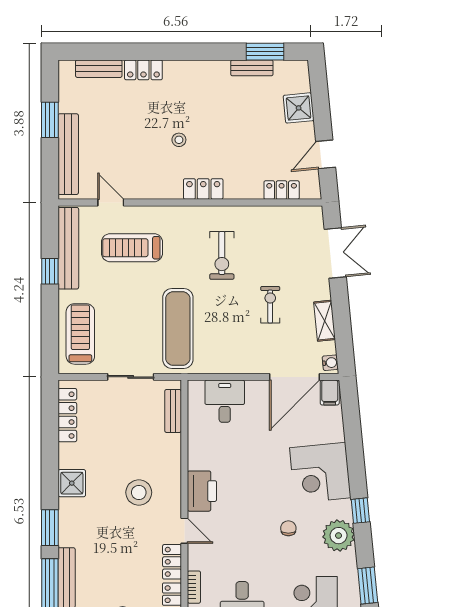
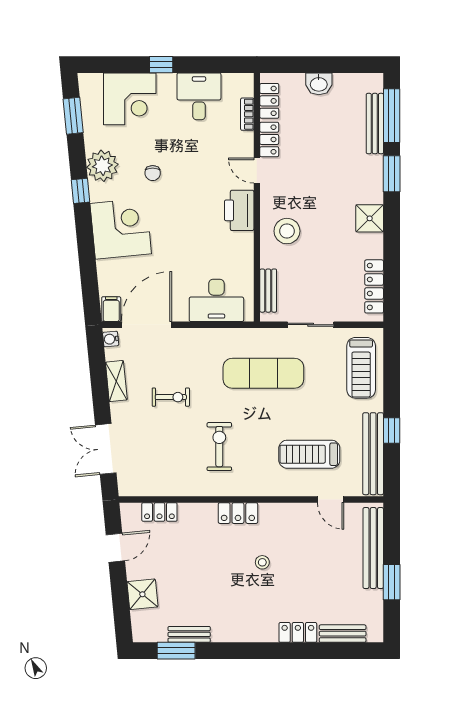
treadmill: (132, 248) -> (309, 454), turned 180
exercise bike: (270, 305) -> (171, 397), turned -90
exercise mat: (178, 329) -> (263, 373), turned 90
desk: (225, 401) -> (216, 300), width x1.37
stool: (139, 492) -> (287, 231), moved

